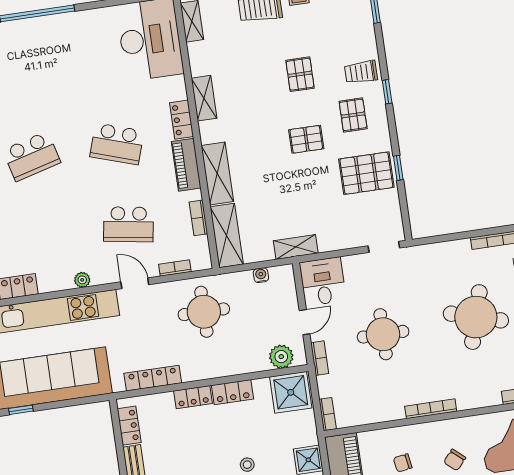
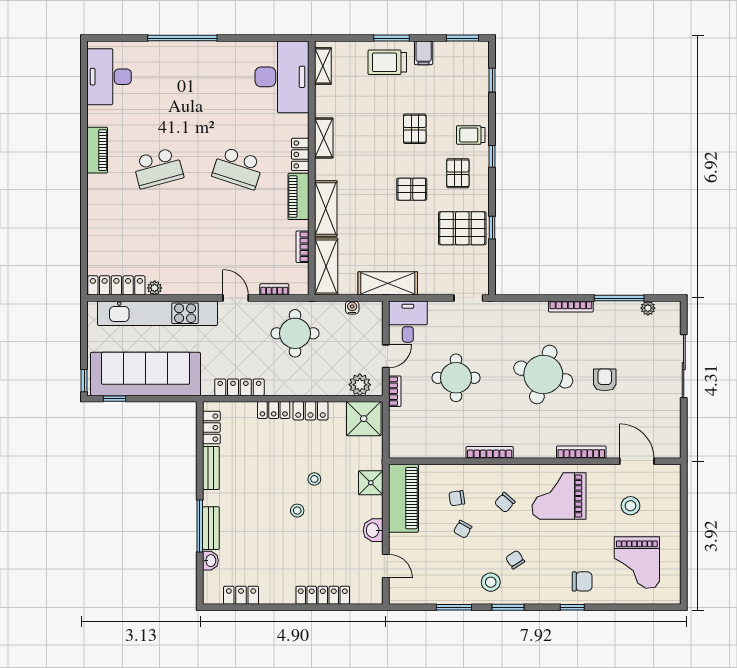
school desk: (129, 224) -> (238, 243), removed
shelving: (296, 247) -> (388, 283), width x1.50, depth x1.33
plant: (82, 280) -> (155, 288), moved
bookcase: (328, 414) -> (395, 444), removed

